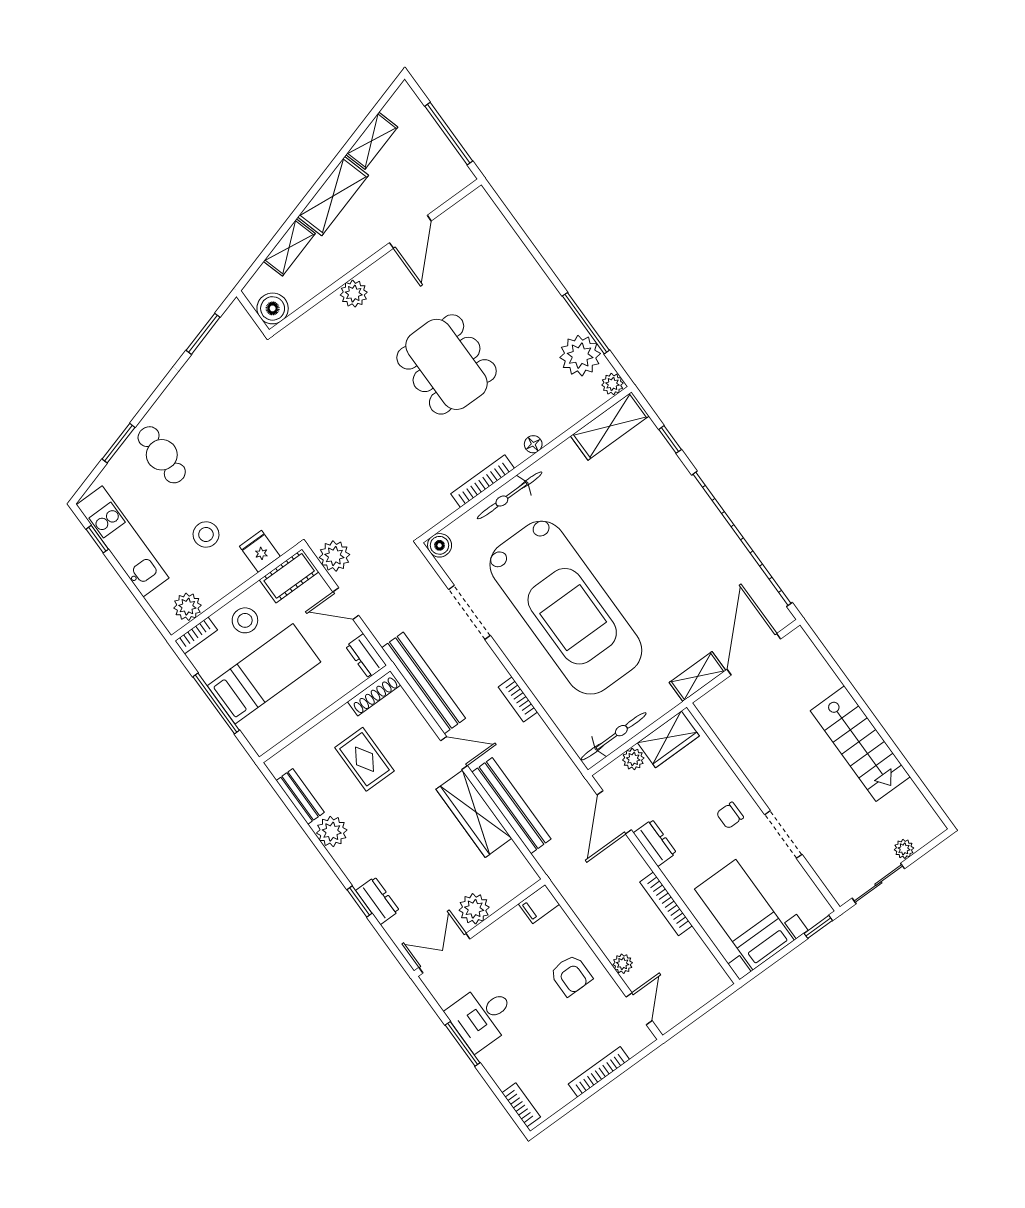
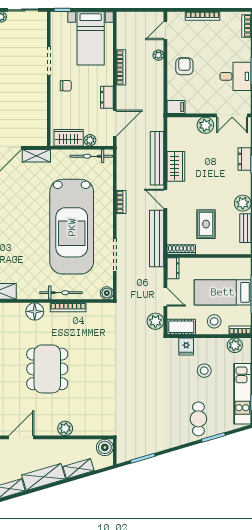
floor lamp: (533, 444) -> (35, 311), width x1.89, depth x1.89
car: (566, 608) -> (72, 227), turned 180
wardrobe: (474, 814) -> (176, 166), width x0.67

